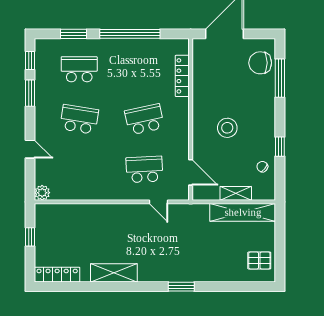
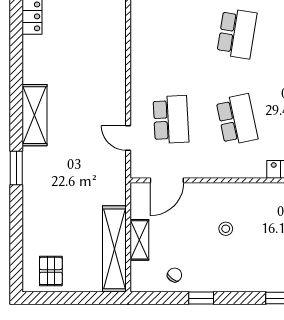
stool: (227, 128) -> (226, 229), width x0.53, depth x0.53
door: (158, 202) -> (128, 138), hinge flipped
shelving: (114, 273) -> (35, 115), moved

